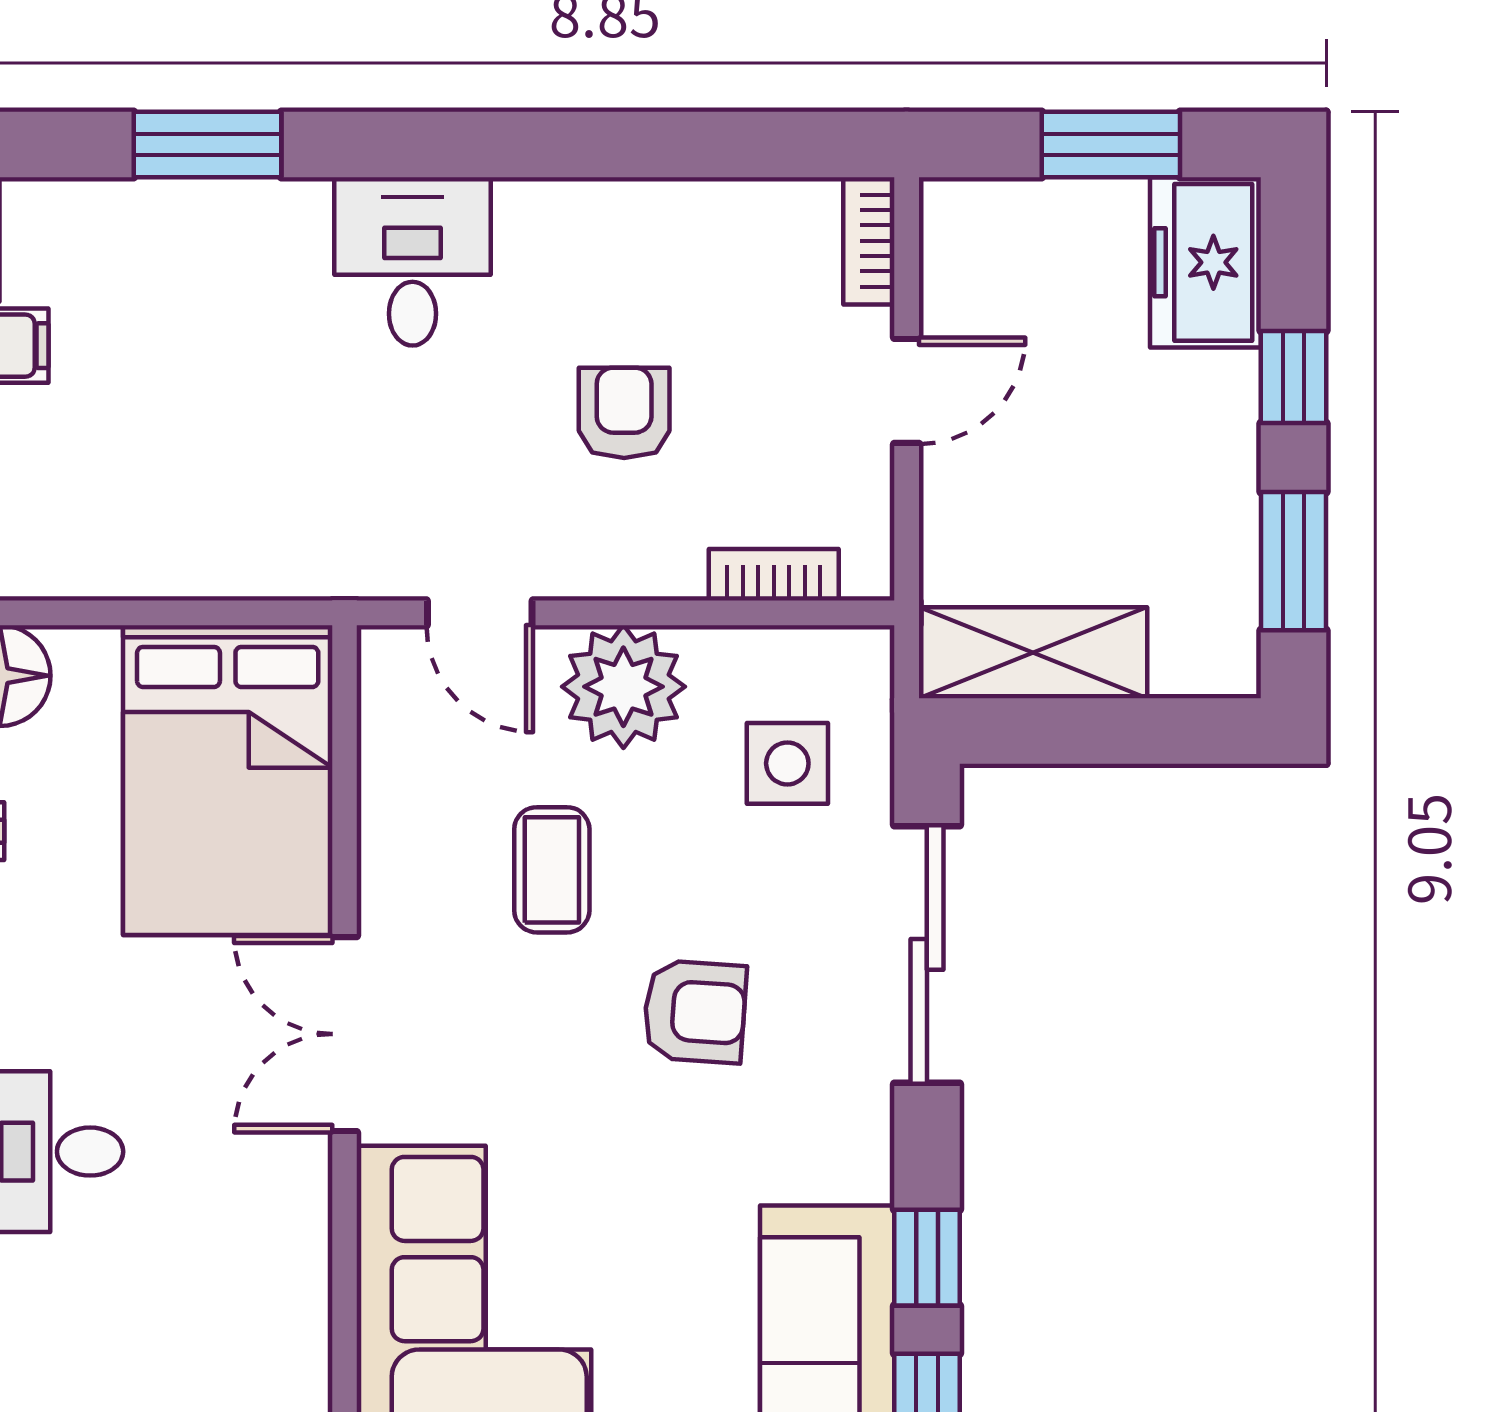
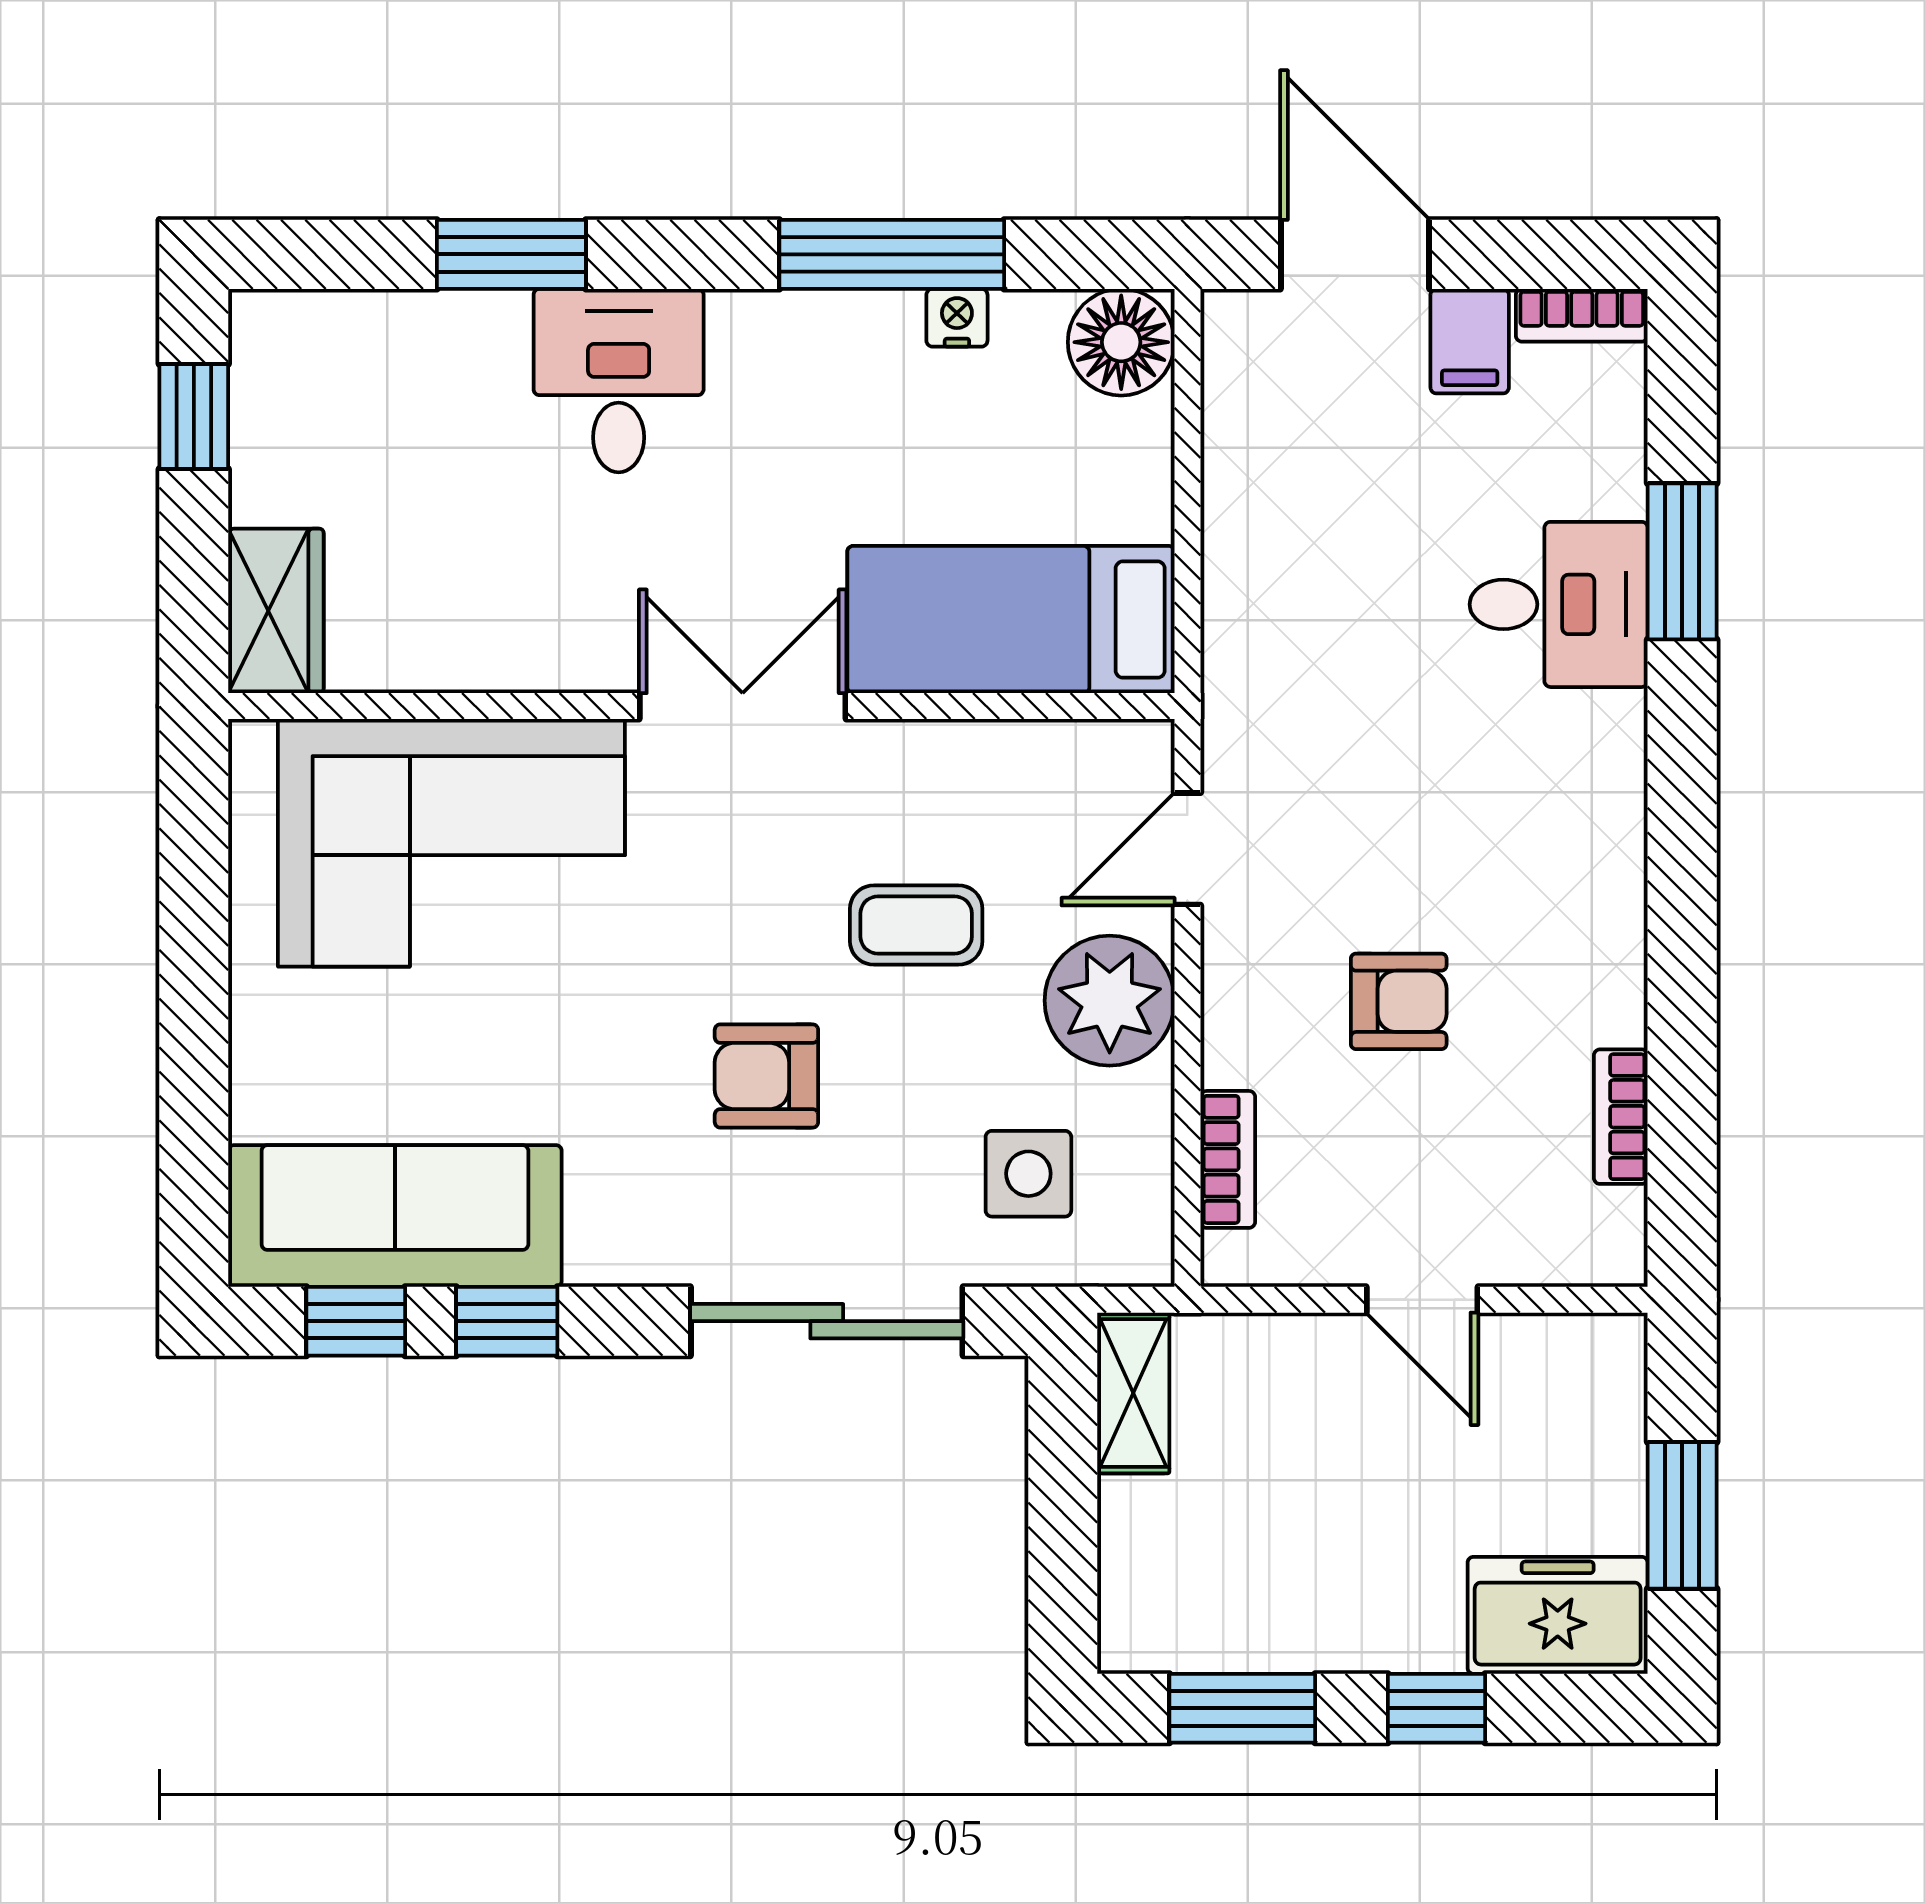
bookcase: (869, 241) -> (1621, 1117), moved, turned -90
desk: (412, 261) -> (1559, 604), moved
shelving: (1033, 653) -> (1133, 1393), width x0.67, depth x0.75
bed: (228, 780) -> (1011, 620), width x0.67
armchair: (695, 1012) -> (766, 1076), turned 86

